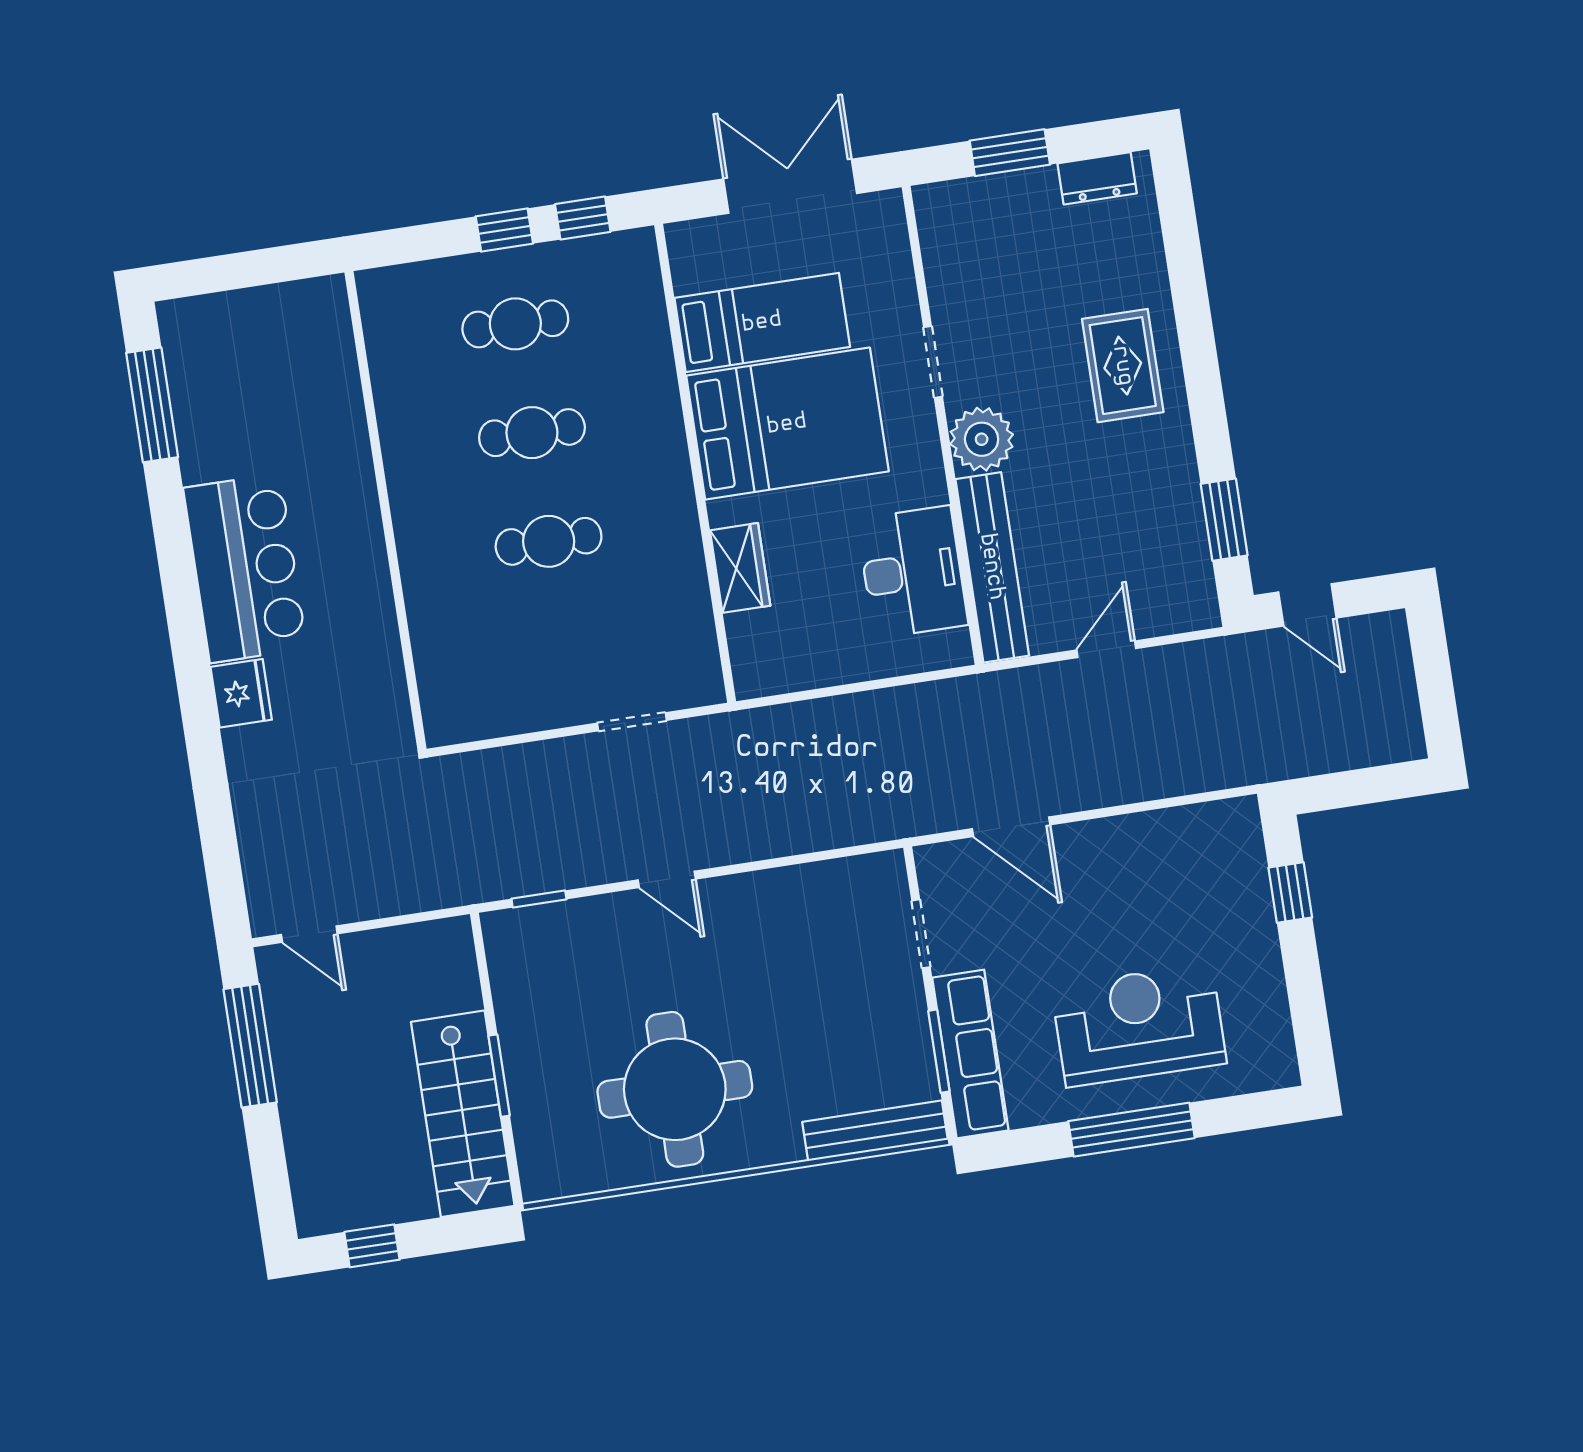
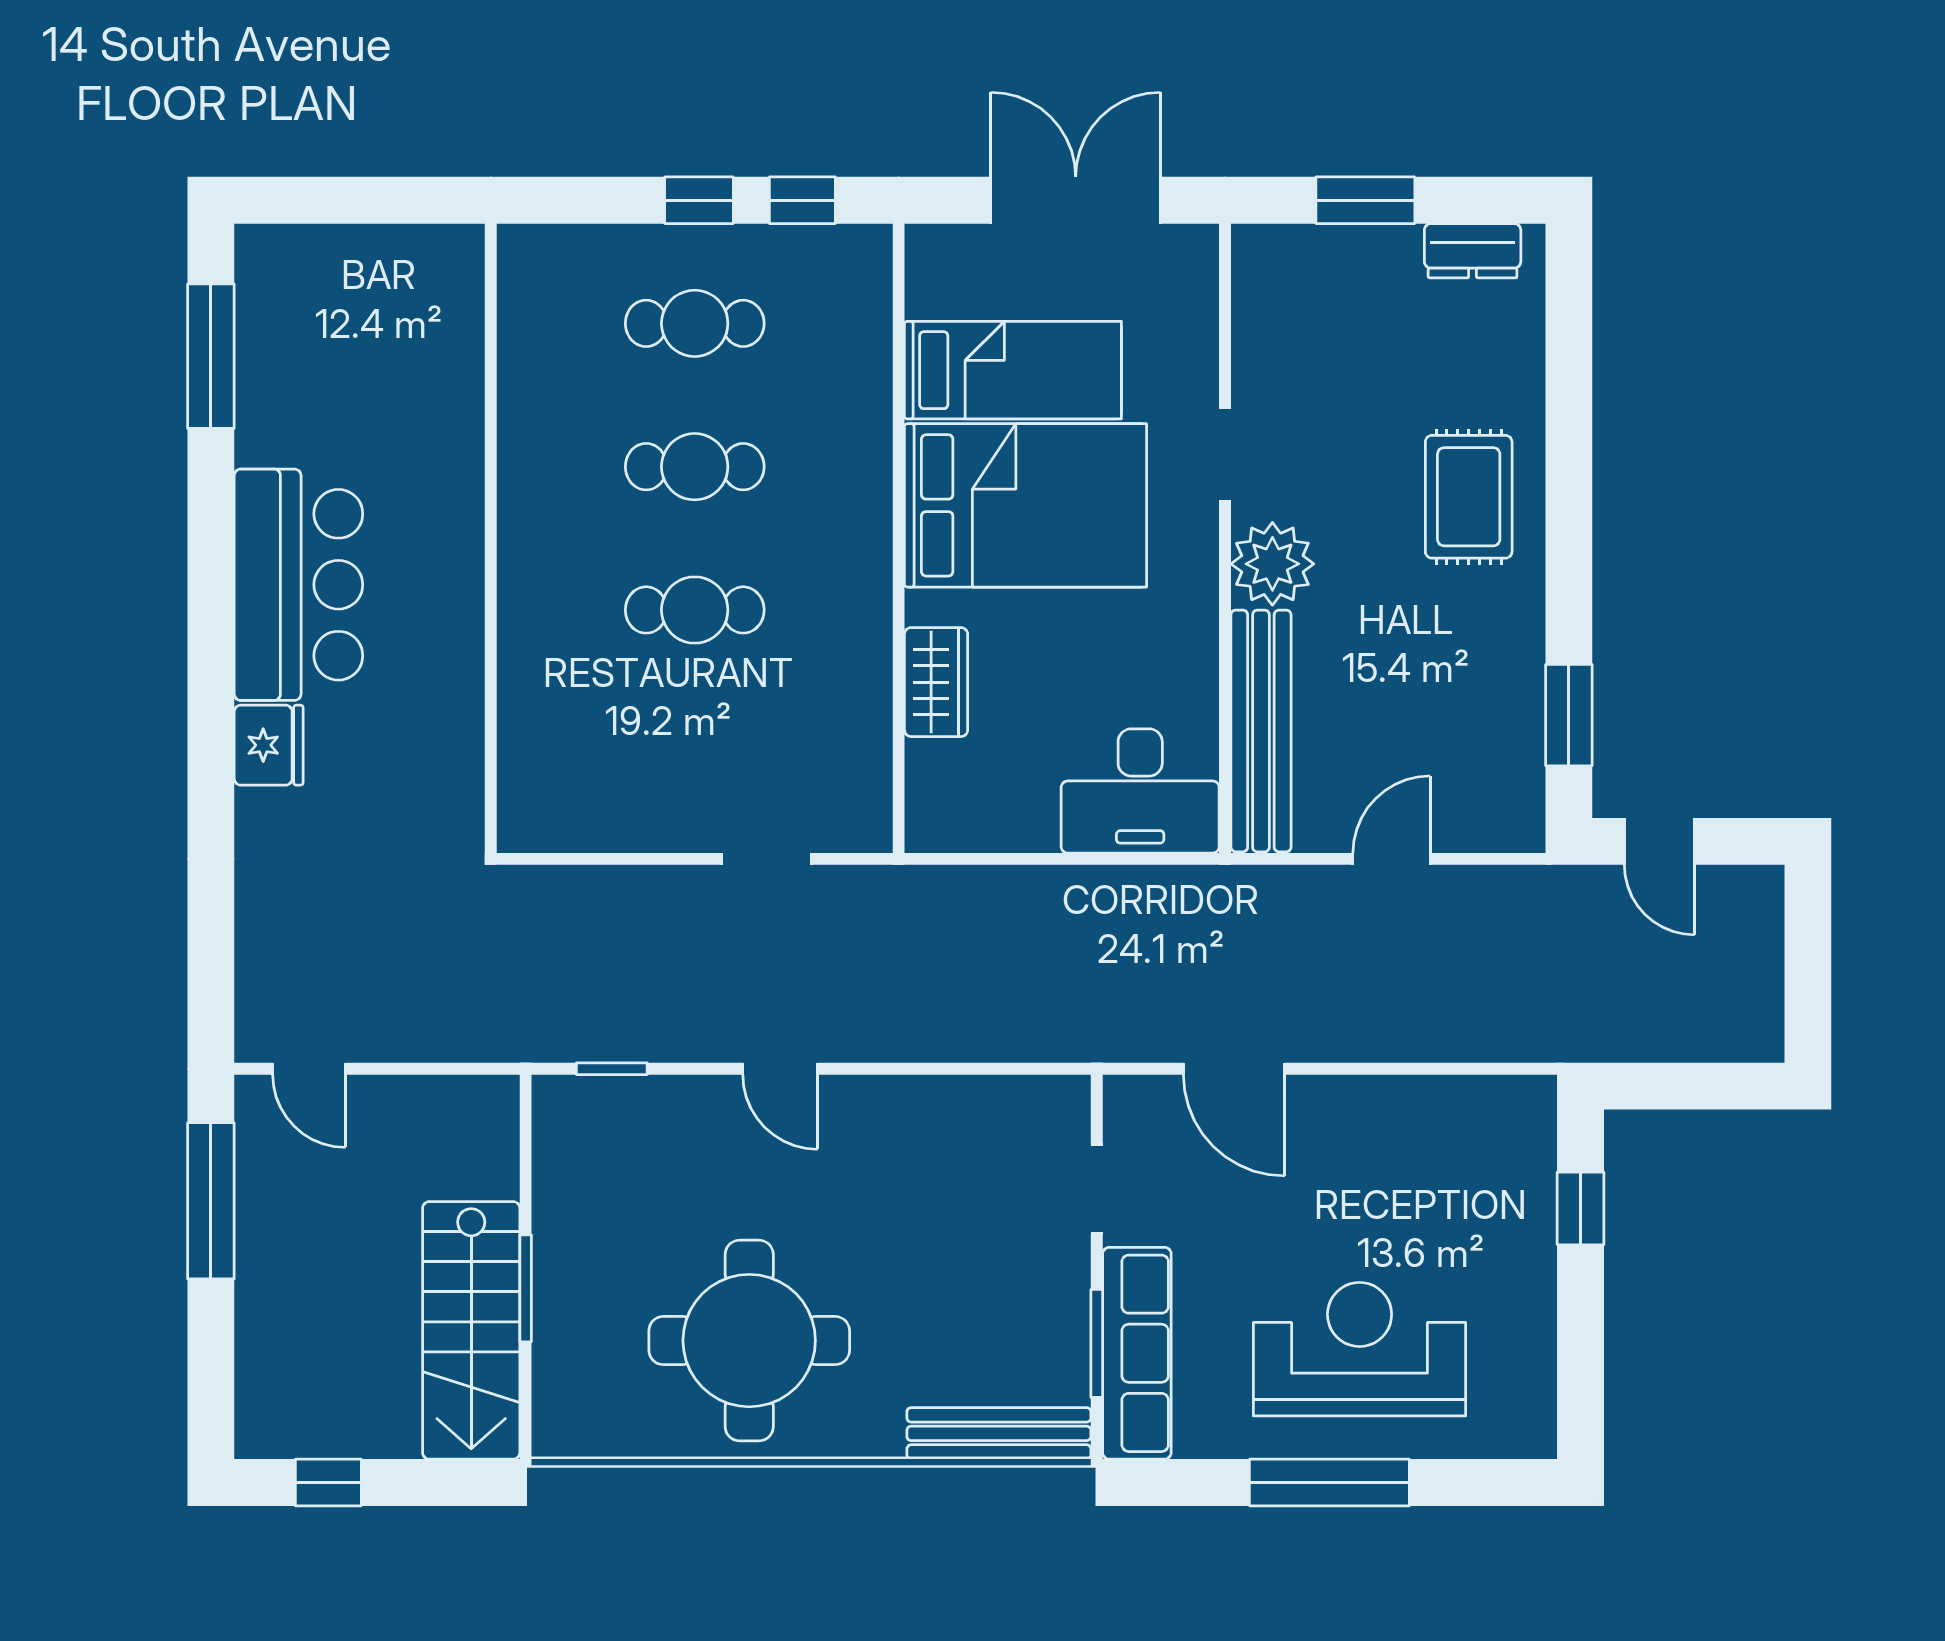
desk: (912, 572) -> (1140, 791), moved, turned 90

